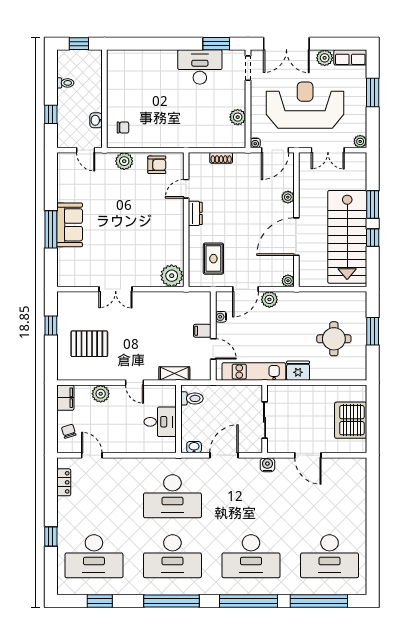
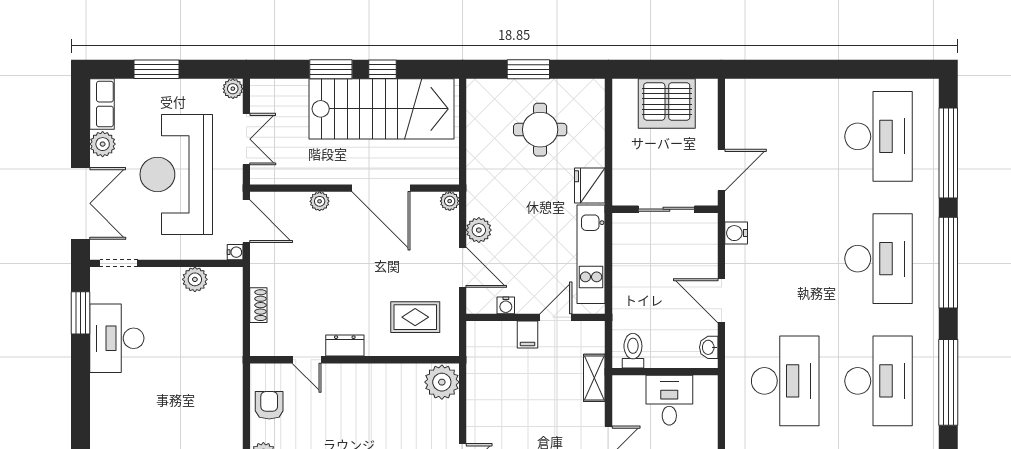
wall: (265, 419) -> (665, 209), moved
sliding door: (265, 420) -> (666, 209), moved

